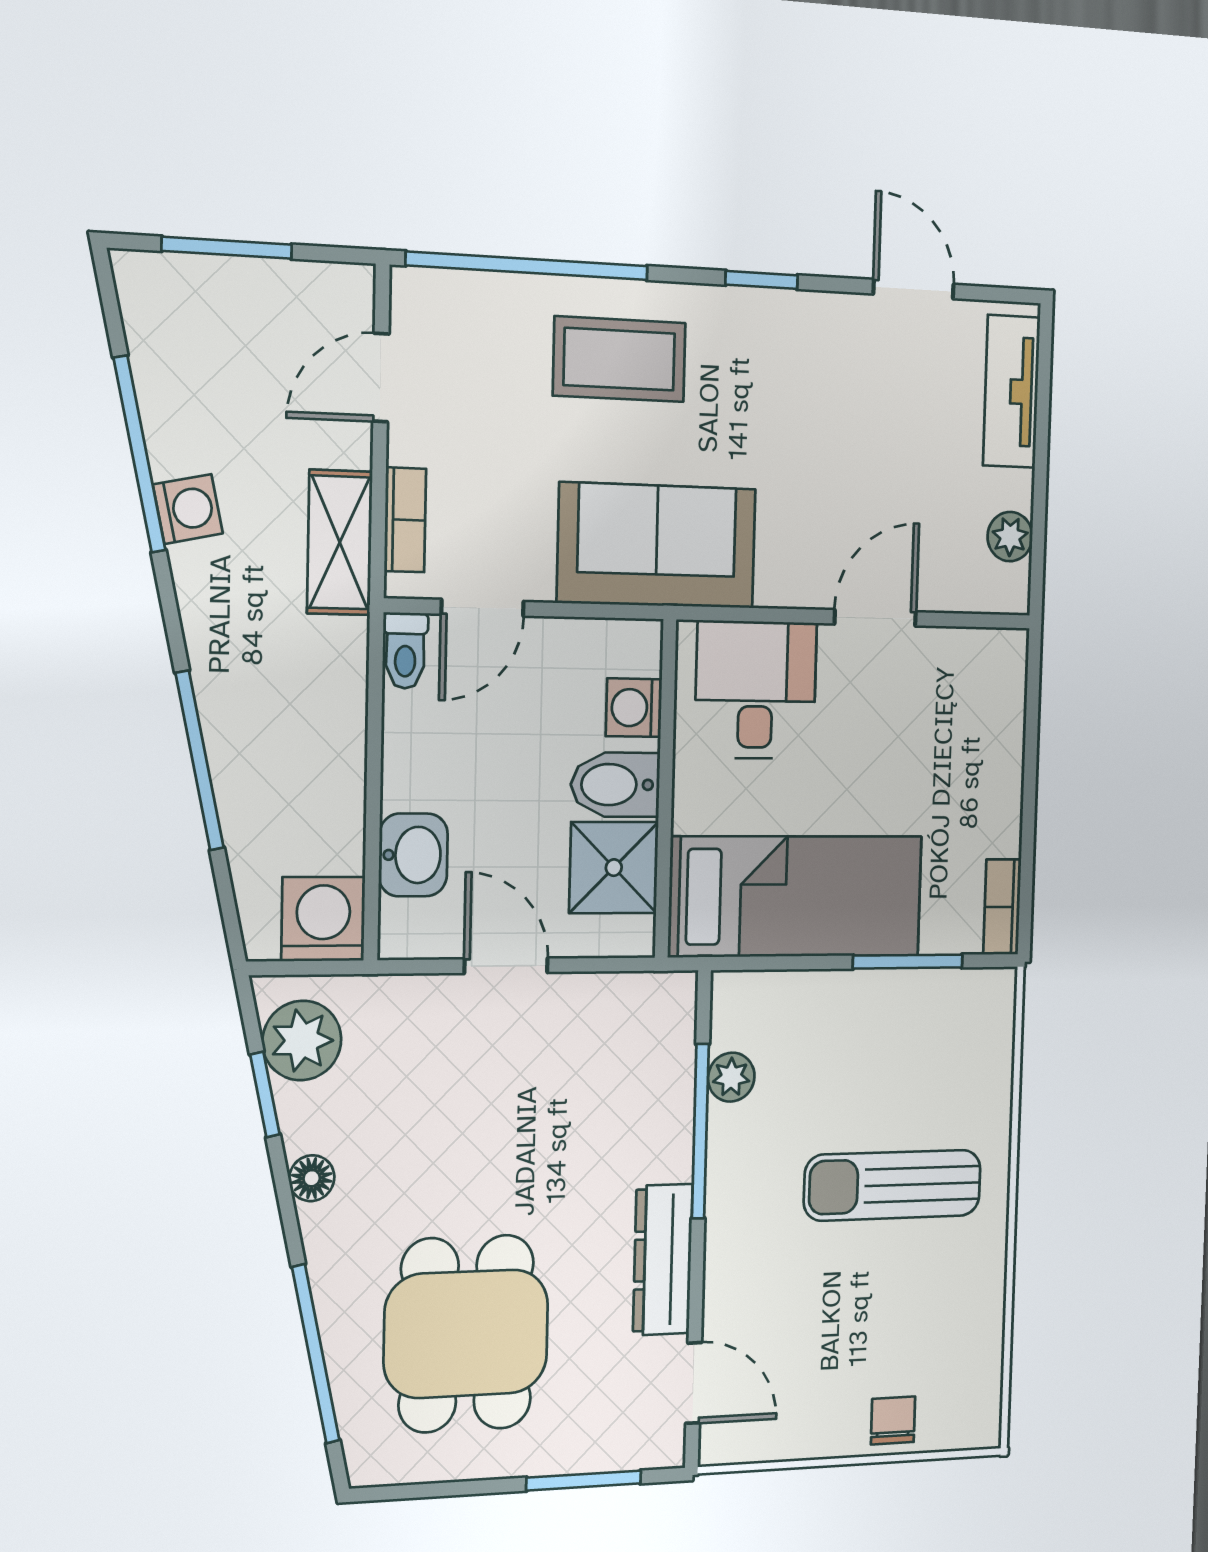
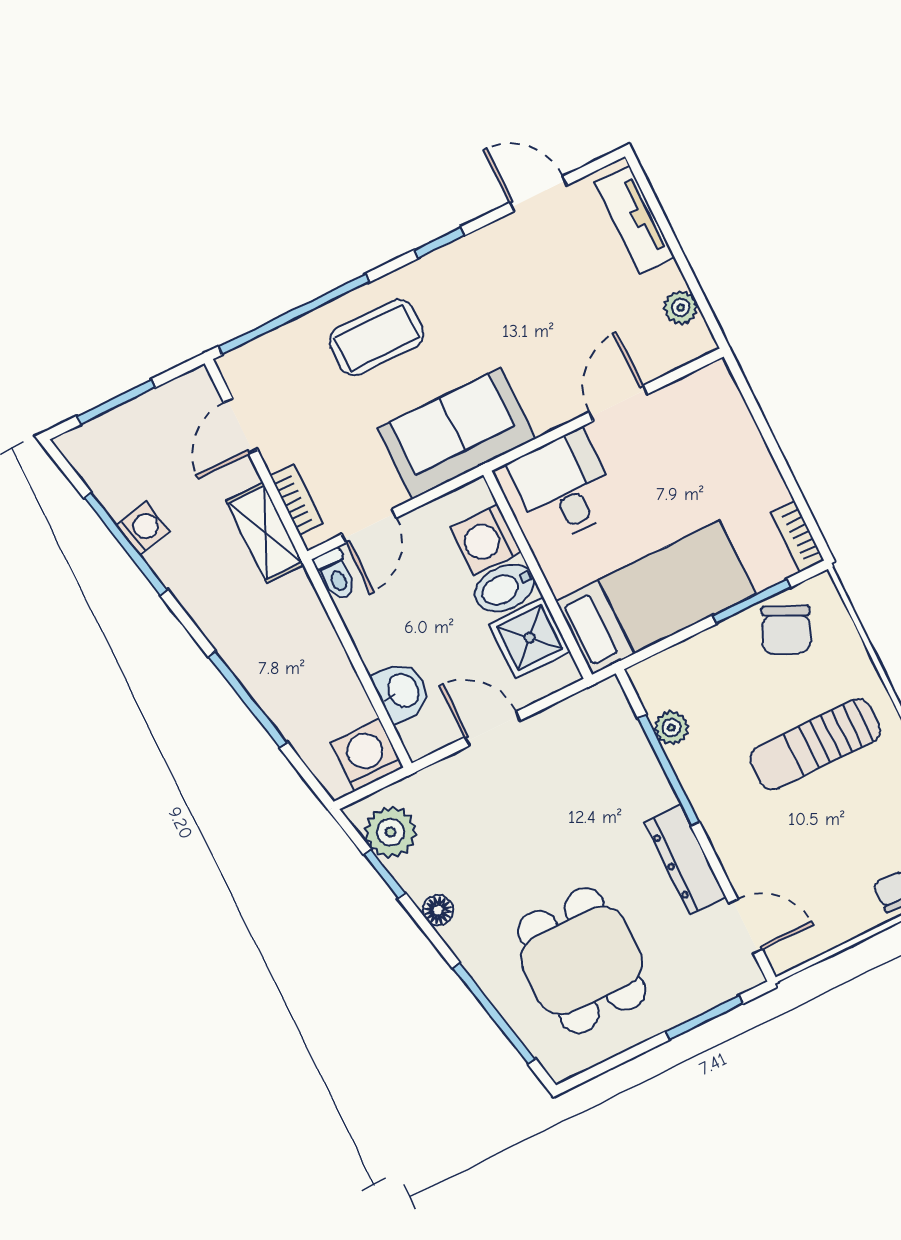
washing machine: (188, 509) -> (143, 528), moved
washing machine: (634, 708) -> (486, 540), width x1.38, depth x1.38
chair: (931, 1020) -> (786, 630), added

